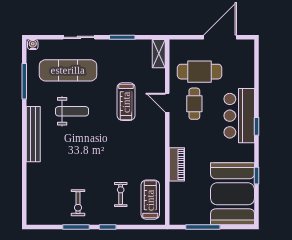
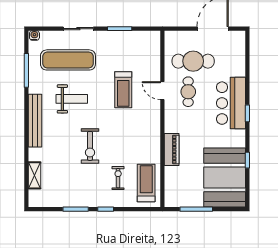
shelving: (159, 54) -> (34, 175), moved
exercise bike: (78, 203) -> (90, 146), moved, width x1.38, depth x1.39

